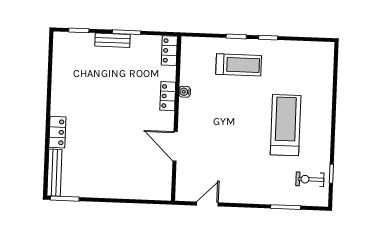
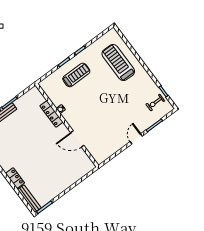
locker: (169, 51) -> (37, 95), removed
locker: (168, 96) -> (51, 114), width x1.53
treadmill: (286, 125) -> (118, 63), moved
door: (207, 204) -> (136, 139), moved

